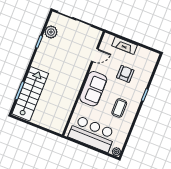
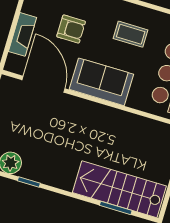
door: (95, 55) -> (44, 84), width x1.87
armchair: (125, 74) -> (71, 29), turned 180

